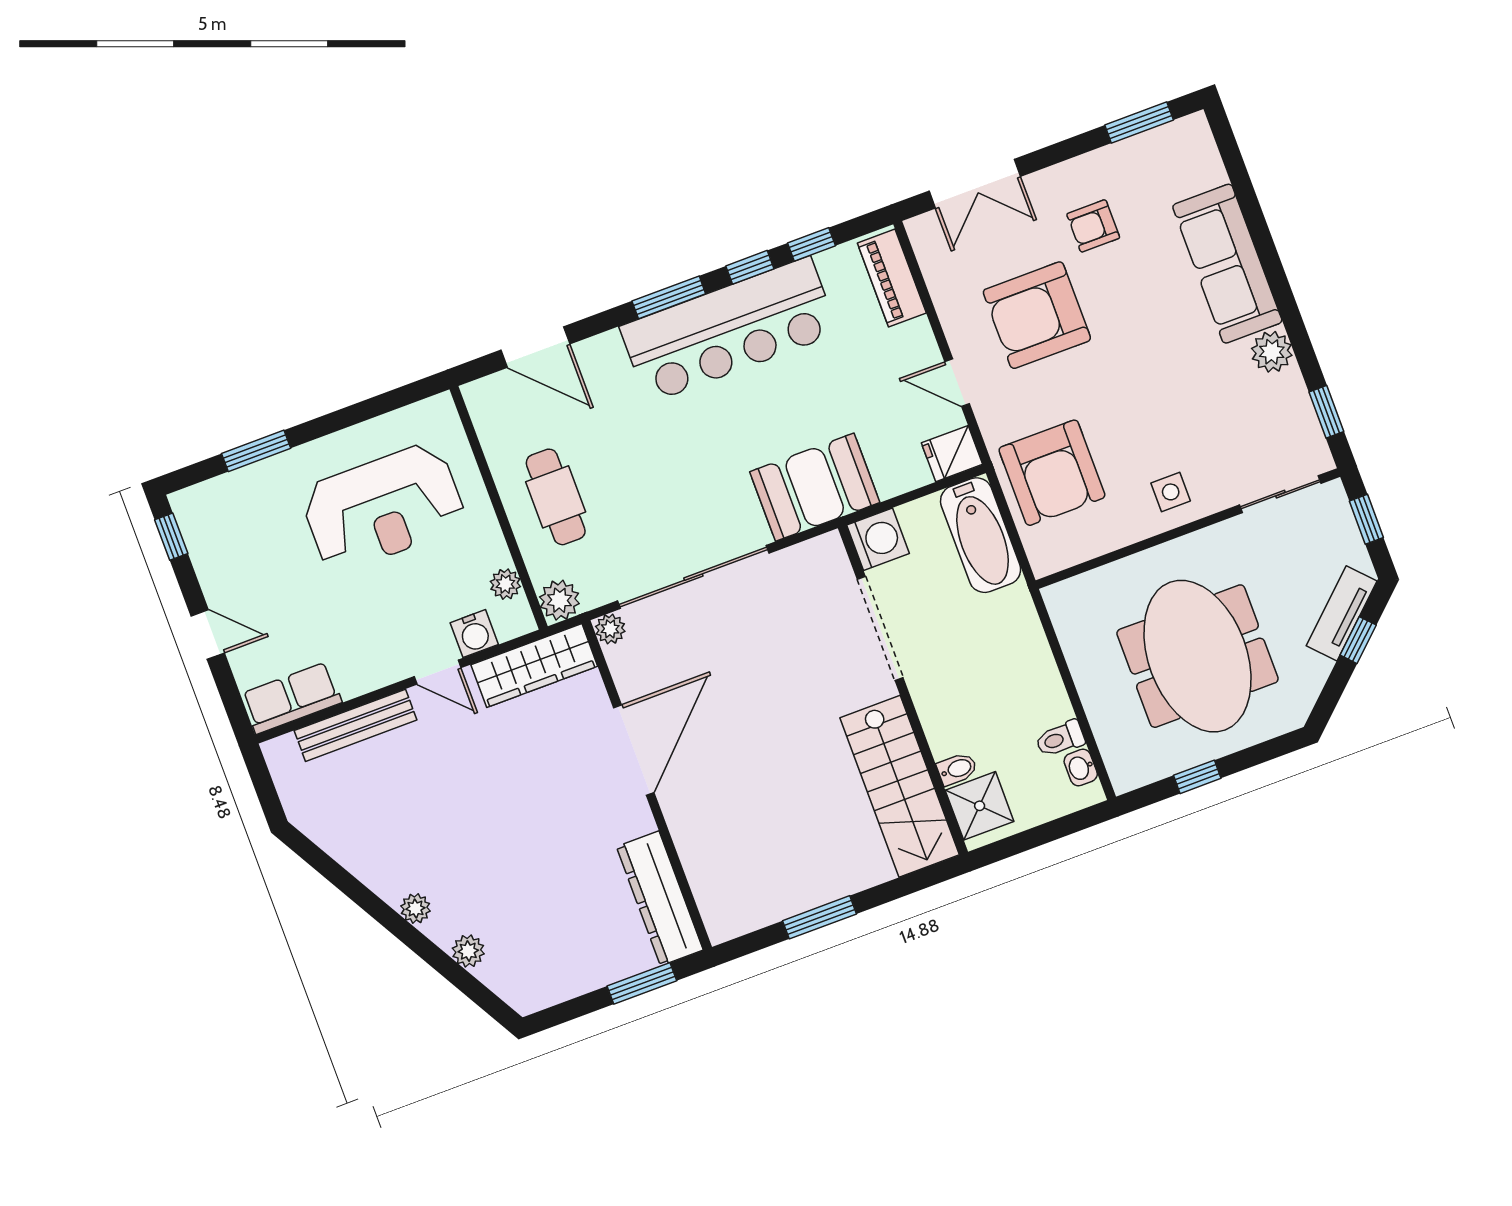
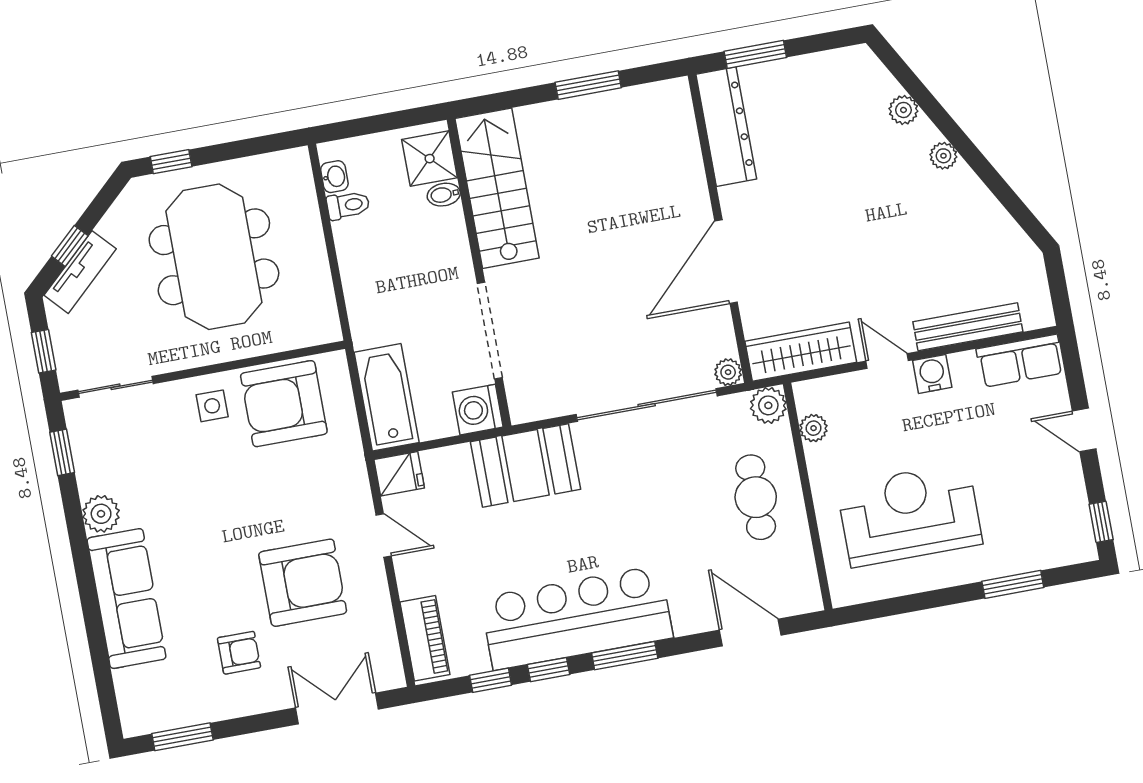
armchair: (1052, 473) -> (284, 404), moved, turned -90
water cooler: (474, 634) -> (932, 374), moved
window: (1197, 777) -> (171, 162), moved

